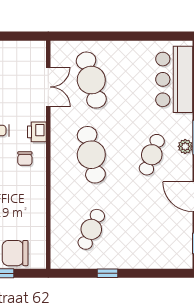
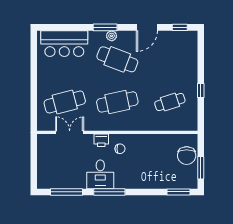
cafe table: (152, 155) -> (117, 59), width x1.37, depth x1.35
cafe table: (91, 229) -> (170, 102), turned -42

